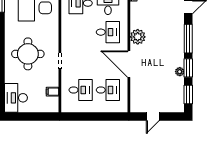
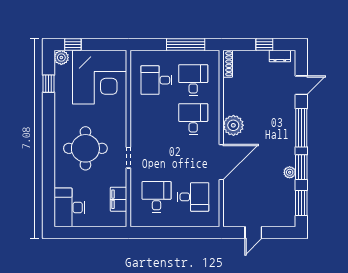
desk: (108, 32) -> (193, 119), turned -90
door: (129, 64) -> (221, 162), swing flipped
desk: (81, 90) -> (157, 197), turned -90
filing cabinet: (53, 92) -> (119, 199), width x2.00

